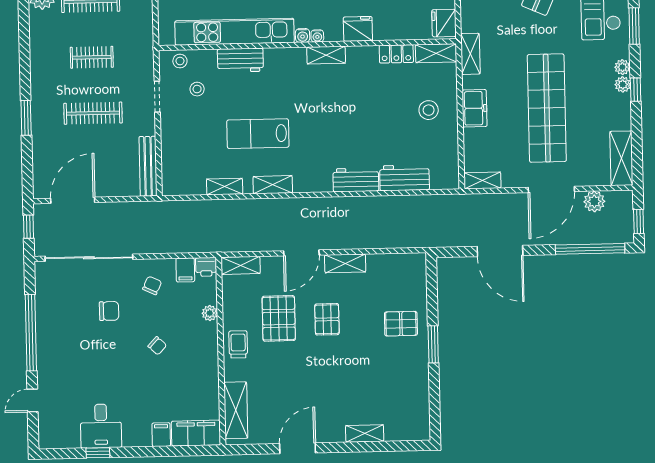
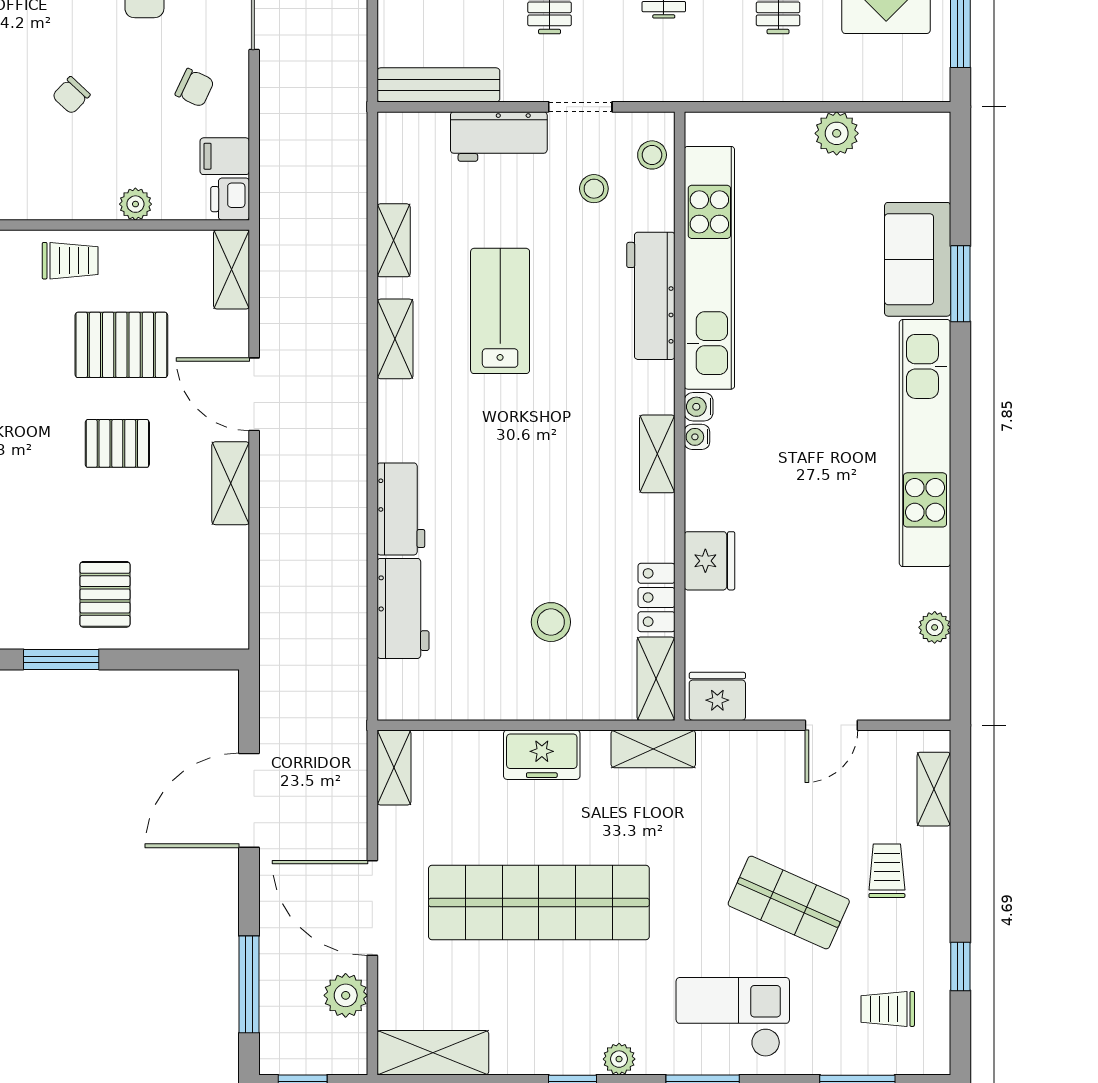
fridge: (358, 29) -> (709, 561), moved
workbench: (240, 60) -> (651, 296), width x1.37
plant: (623, 84) -> (584, 1059), removed
stool: (429, 110) -> (551, 622), moved
workbench: (173, 136) -> (499, 136), added
window: (590, 249) -> (249, 984), width x0.68

